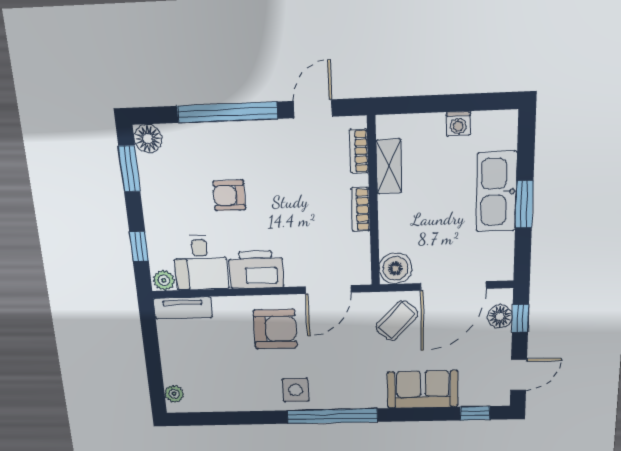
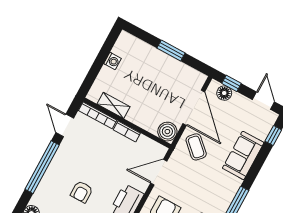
bookcase: (359, 151) -> (98, 115), width x1.56
kitchen sink: (497, 192) -> (157, 61), removed
door: (328, 290) -> (159, 172), swing flipped

